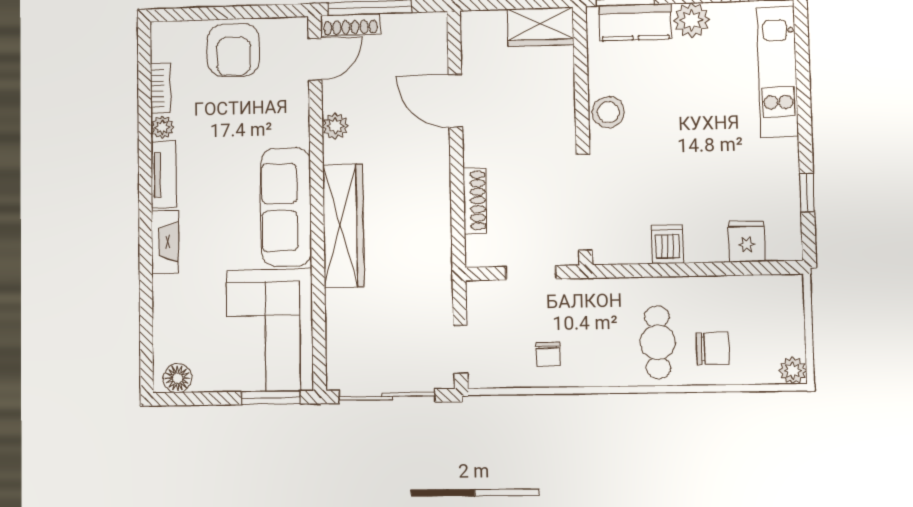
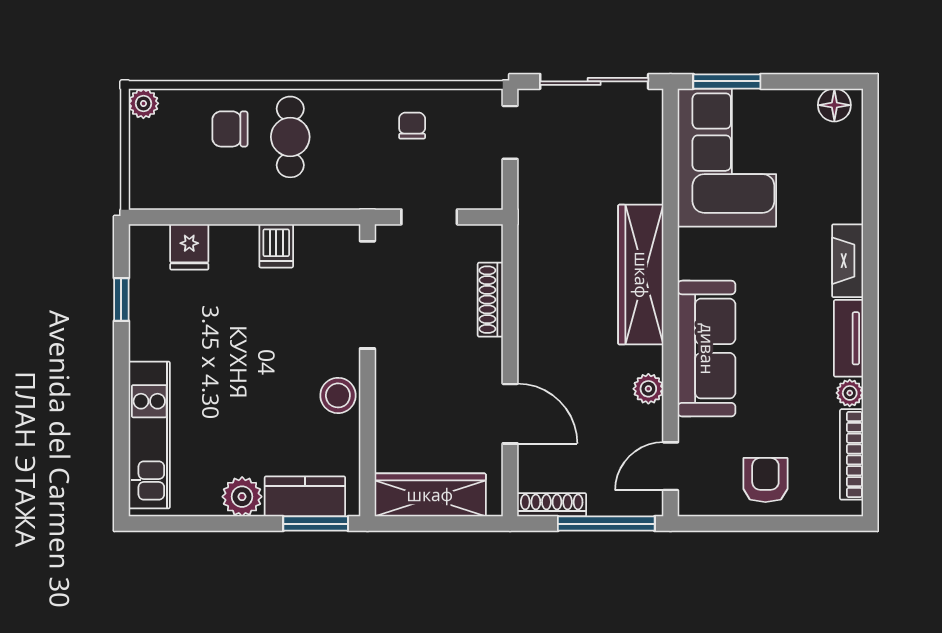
shoe rack: (350, 25) -> (552, 505), moved
wardrobe: (541, 27) -> (430, 495), width x1.50
armchair: (233, 50) -> (765, 480), width x0.72, depth x0.72
bookcase: (160, 88) -> (852, 454), width x1.56
sofa: (286, 207) -> (707, 349), moved

